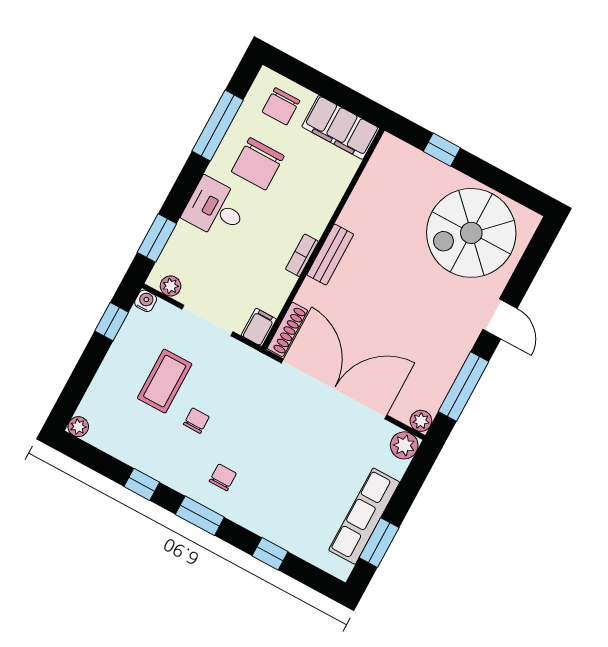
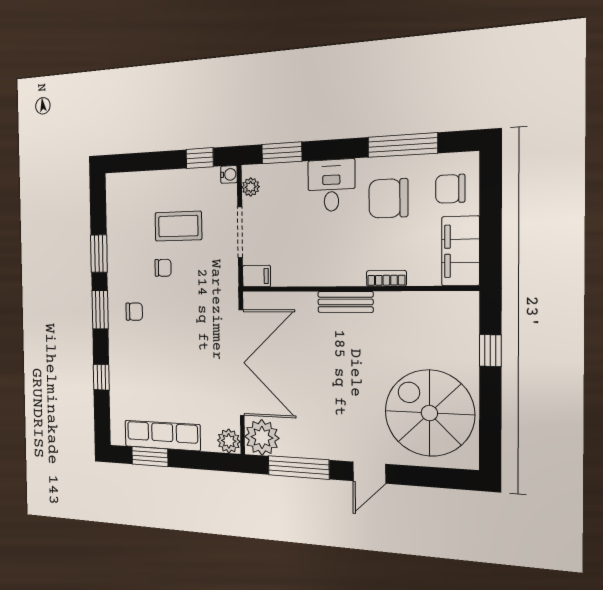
bookcase: (302, 255) -> (386, 278), moved
shoe rack: (287, 329) -> (267, 300), removed
plant: (421, 421) -> (262, 437), width x1.88, depth x1.88
plant: (78, 427) -> (113, 181), removed
window: (142, 484) -> (99, 254), width x1.50

